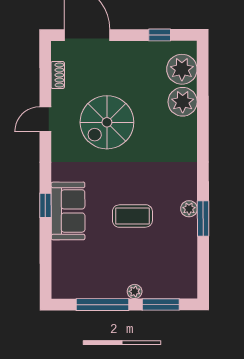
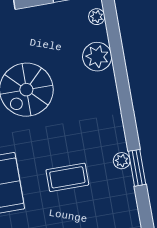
plant: (182, 69) -> (97, 17), width x0.53, depth x0.53

